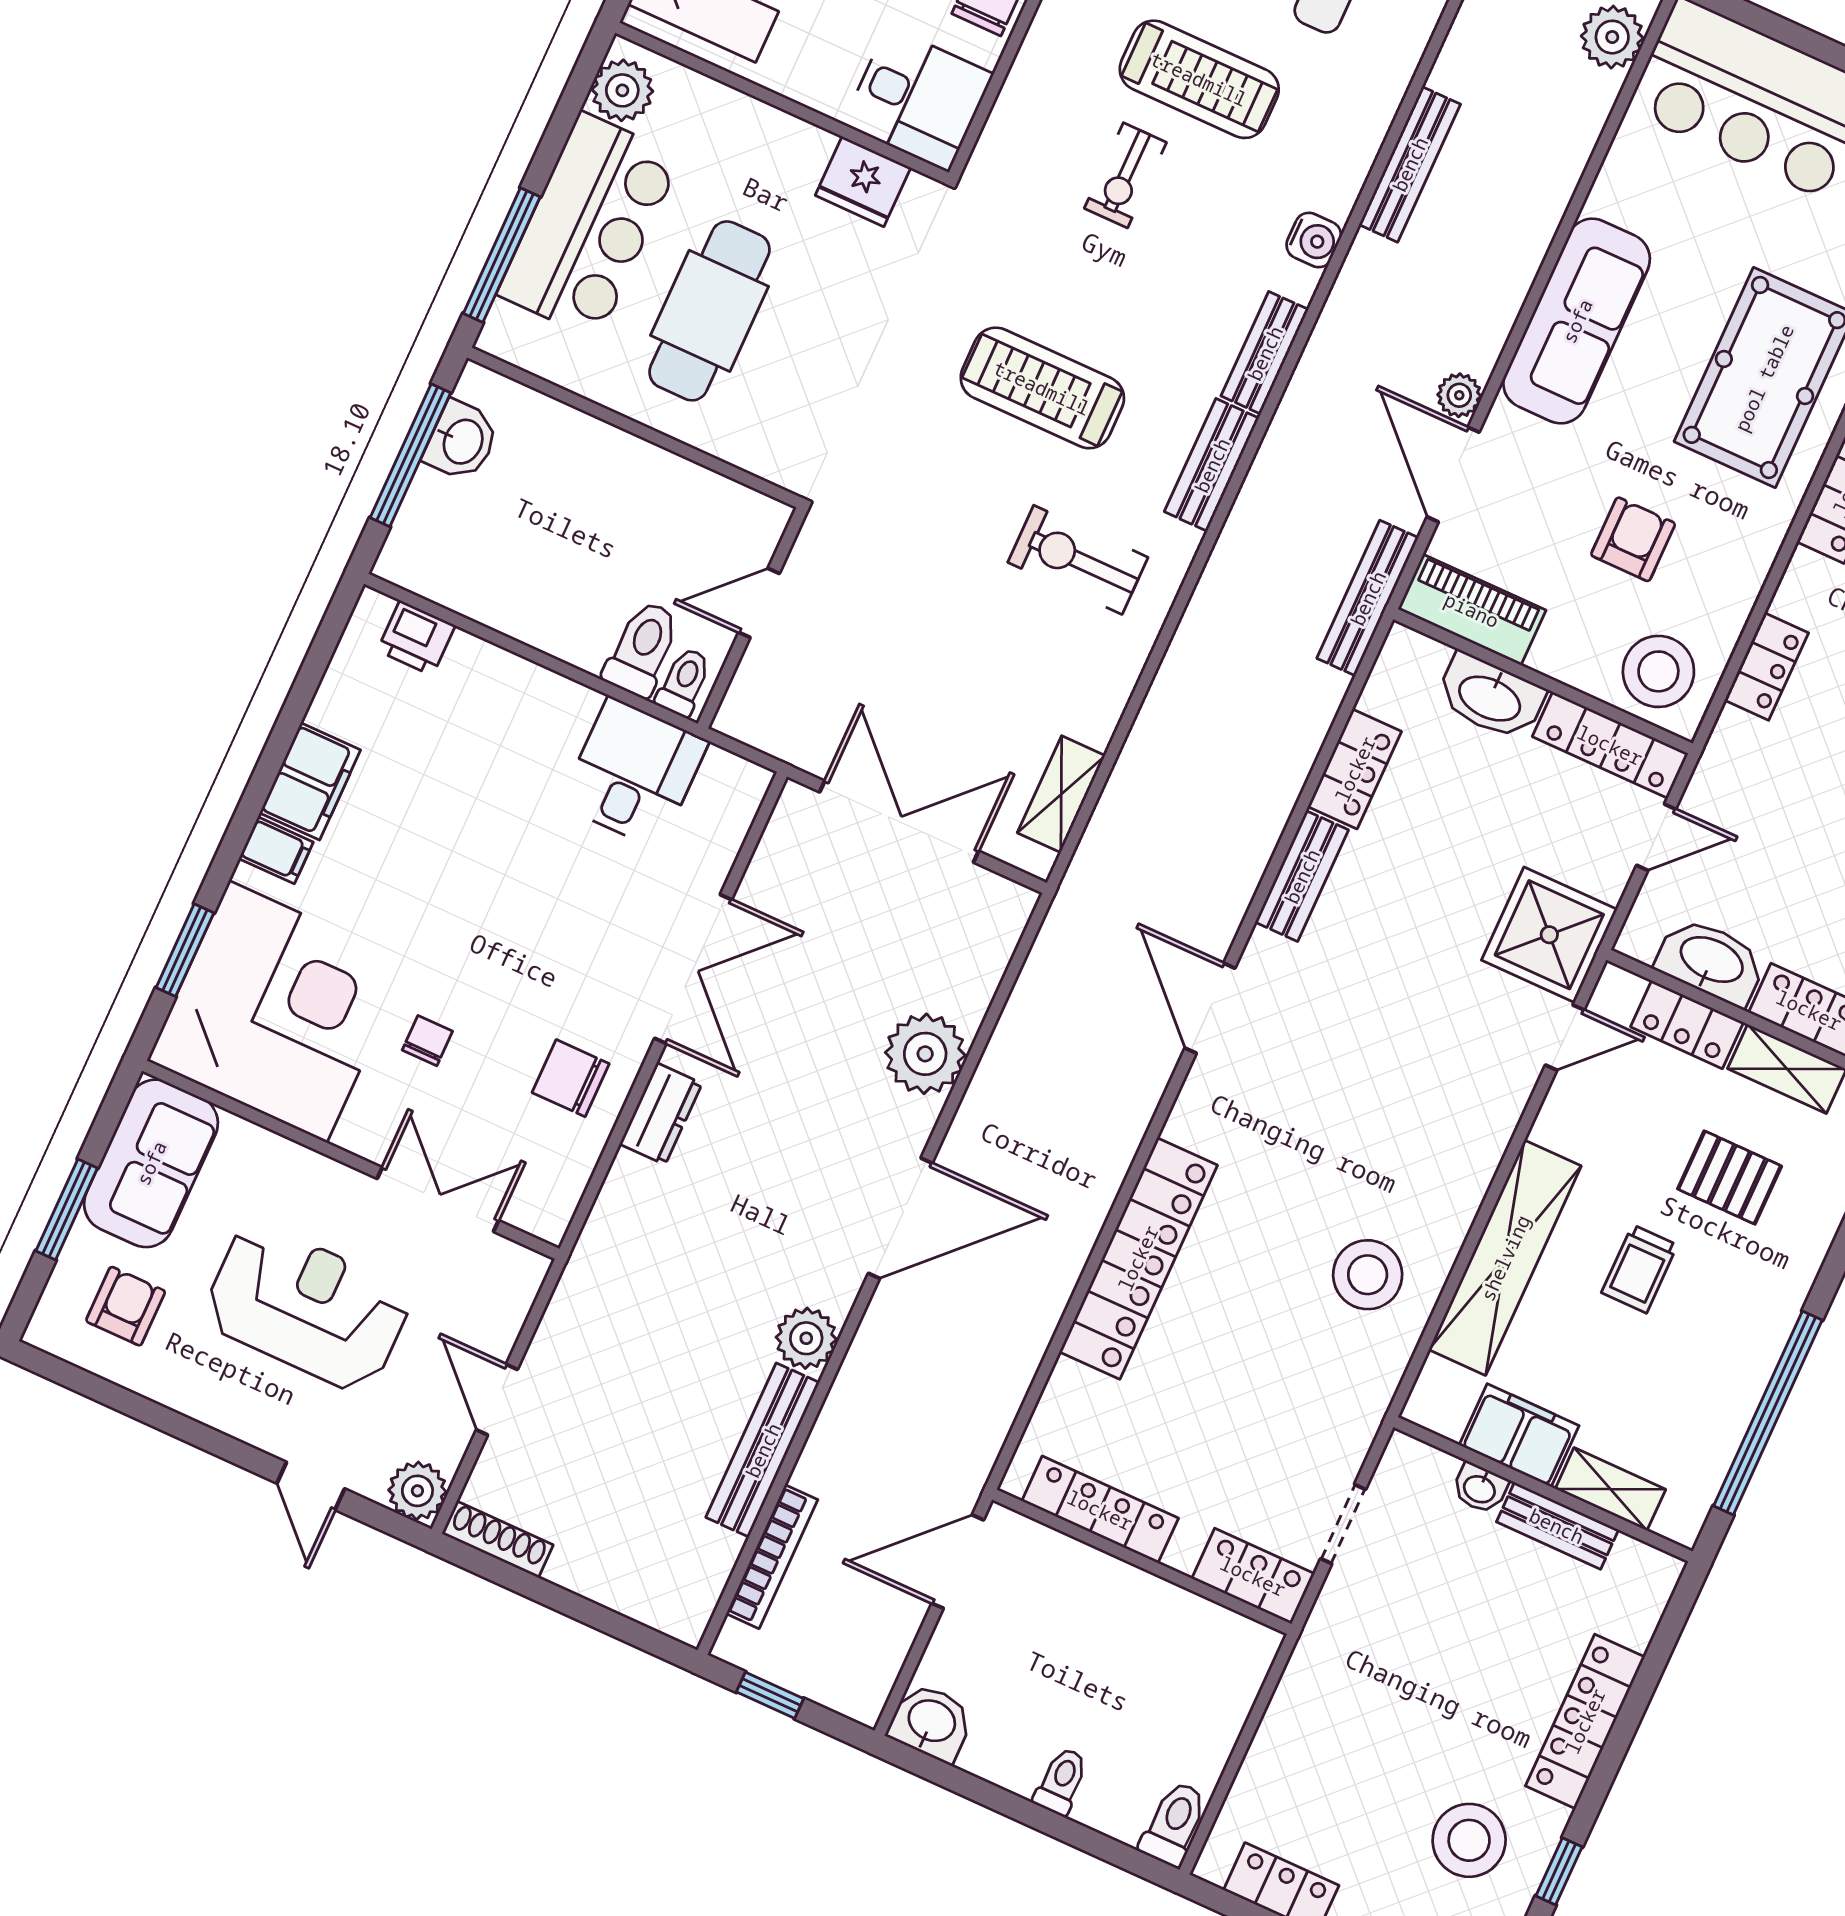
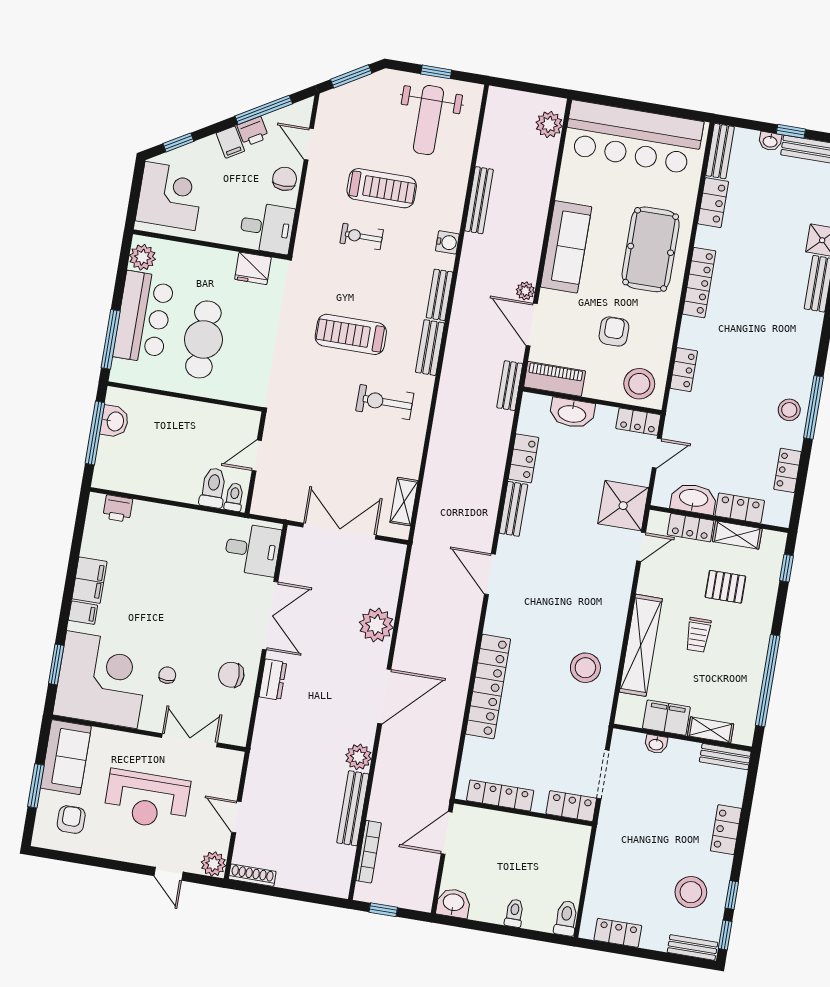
exercise bike: (1125, 175) -> (362, 236), turned 90
bench: (1368, 598) -> (510, 386), width x0.73
locker: (1610, 745) -> (638, 422), width x0.66
desk: (634, 773) -> (252, 549), moved, turned 90
reception desk: (307, 1307) -> (147, 800), turned 180
doorway: (1343, 1524) -> (603, 774), width x1.38
bench: (1557, 1526) -> (725, 757), moved
locker: (1585, 1721) -> (726, 830), width x0.66

